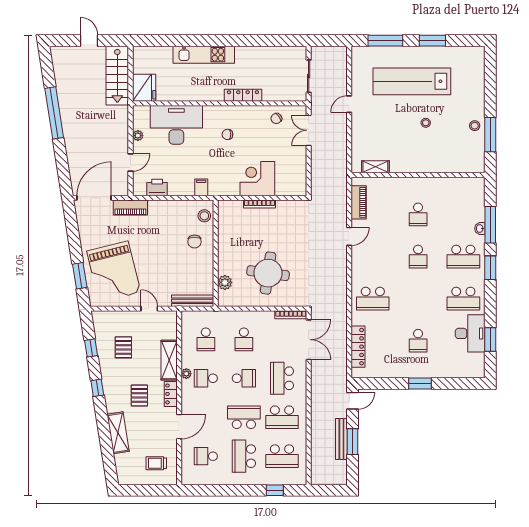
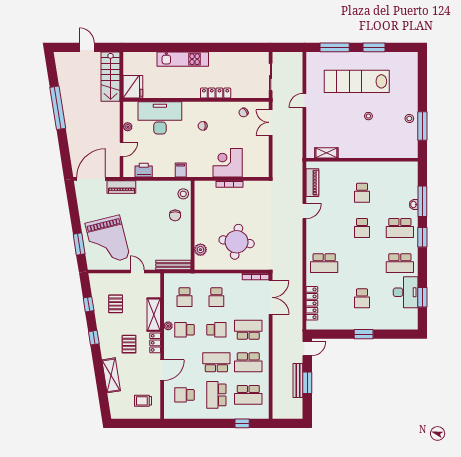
school desk: (282, 378) -> (248, 330), turned 90

